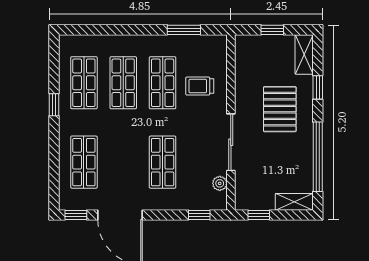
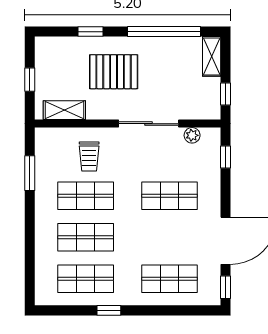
shelving: (304, 54) -> (64, 110), moved

